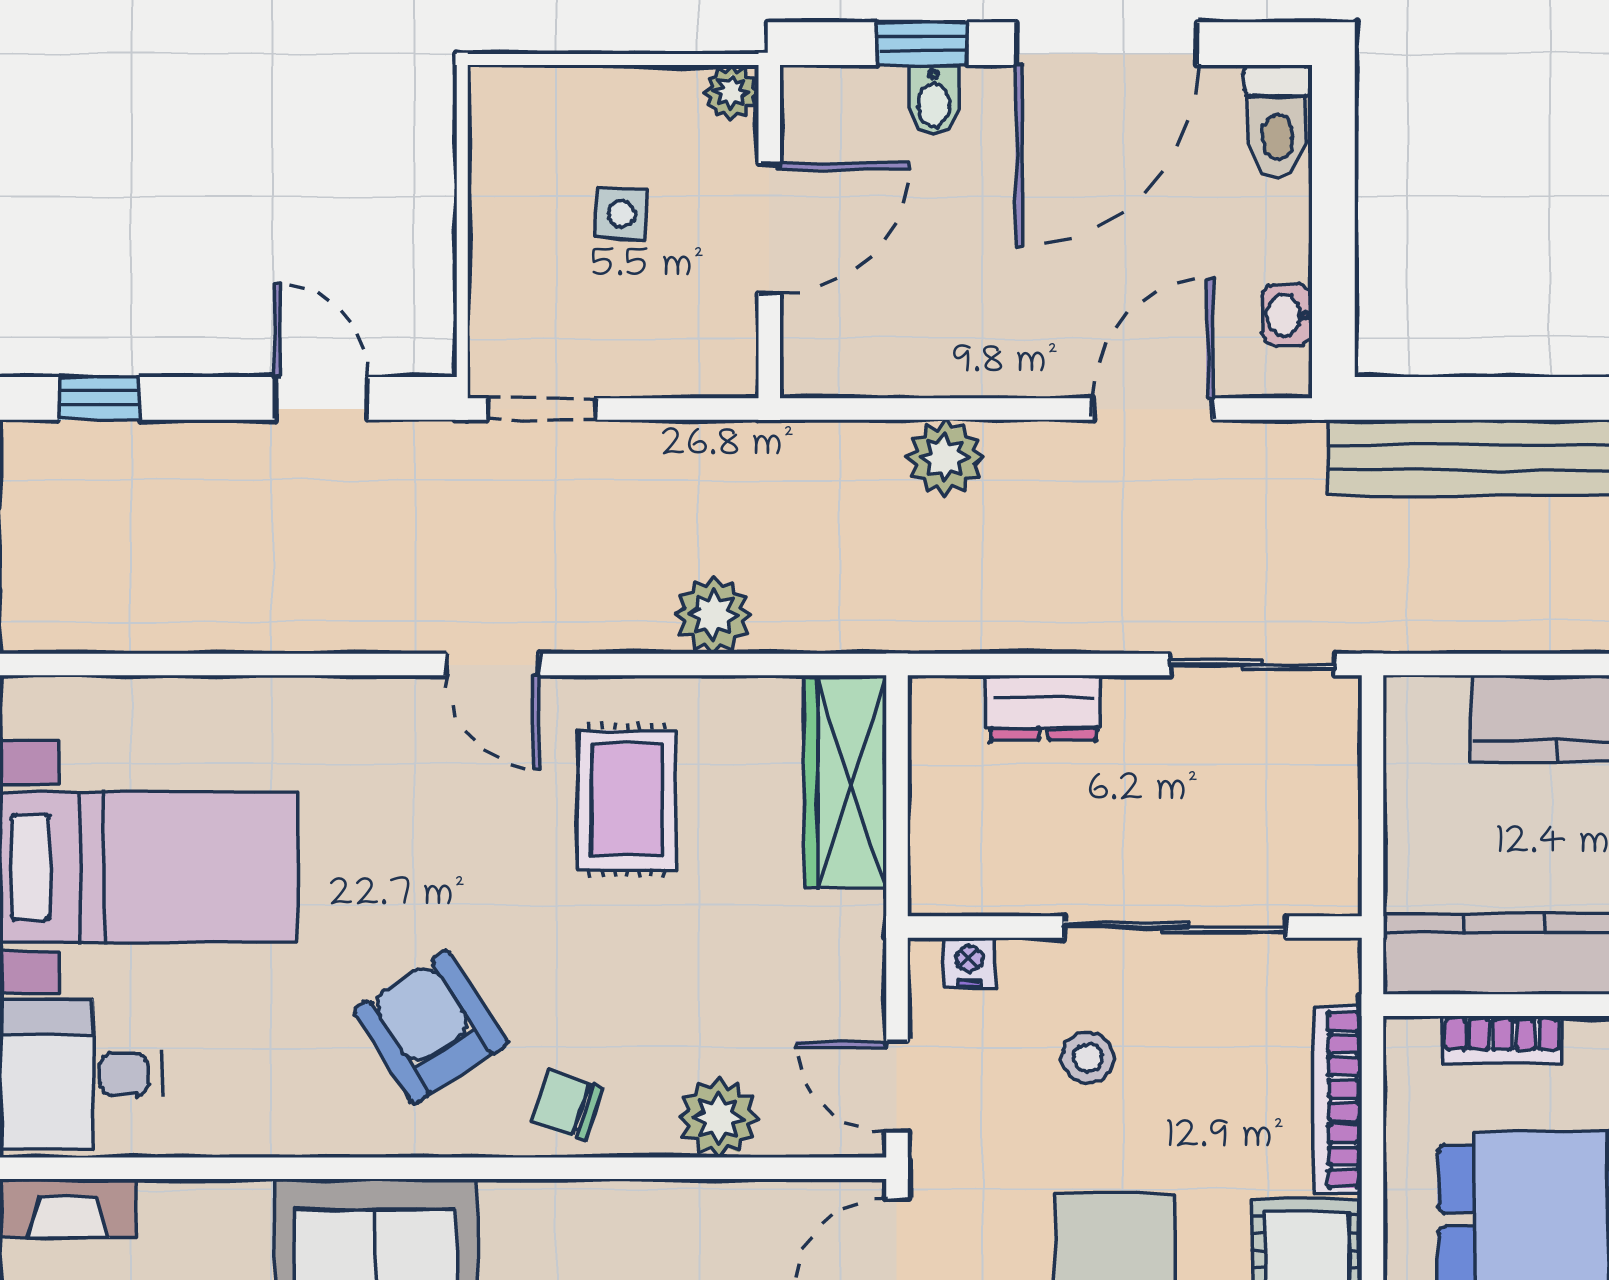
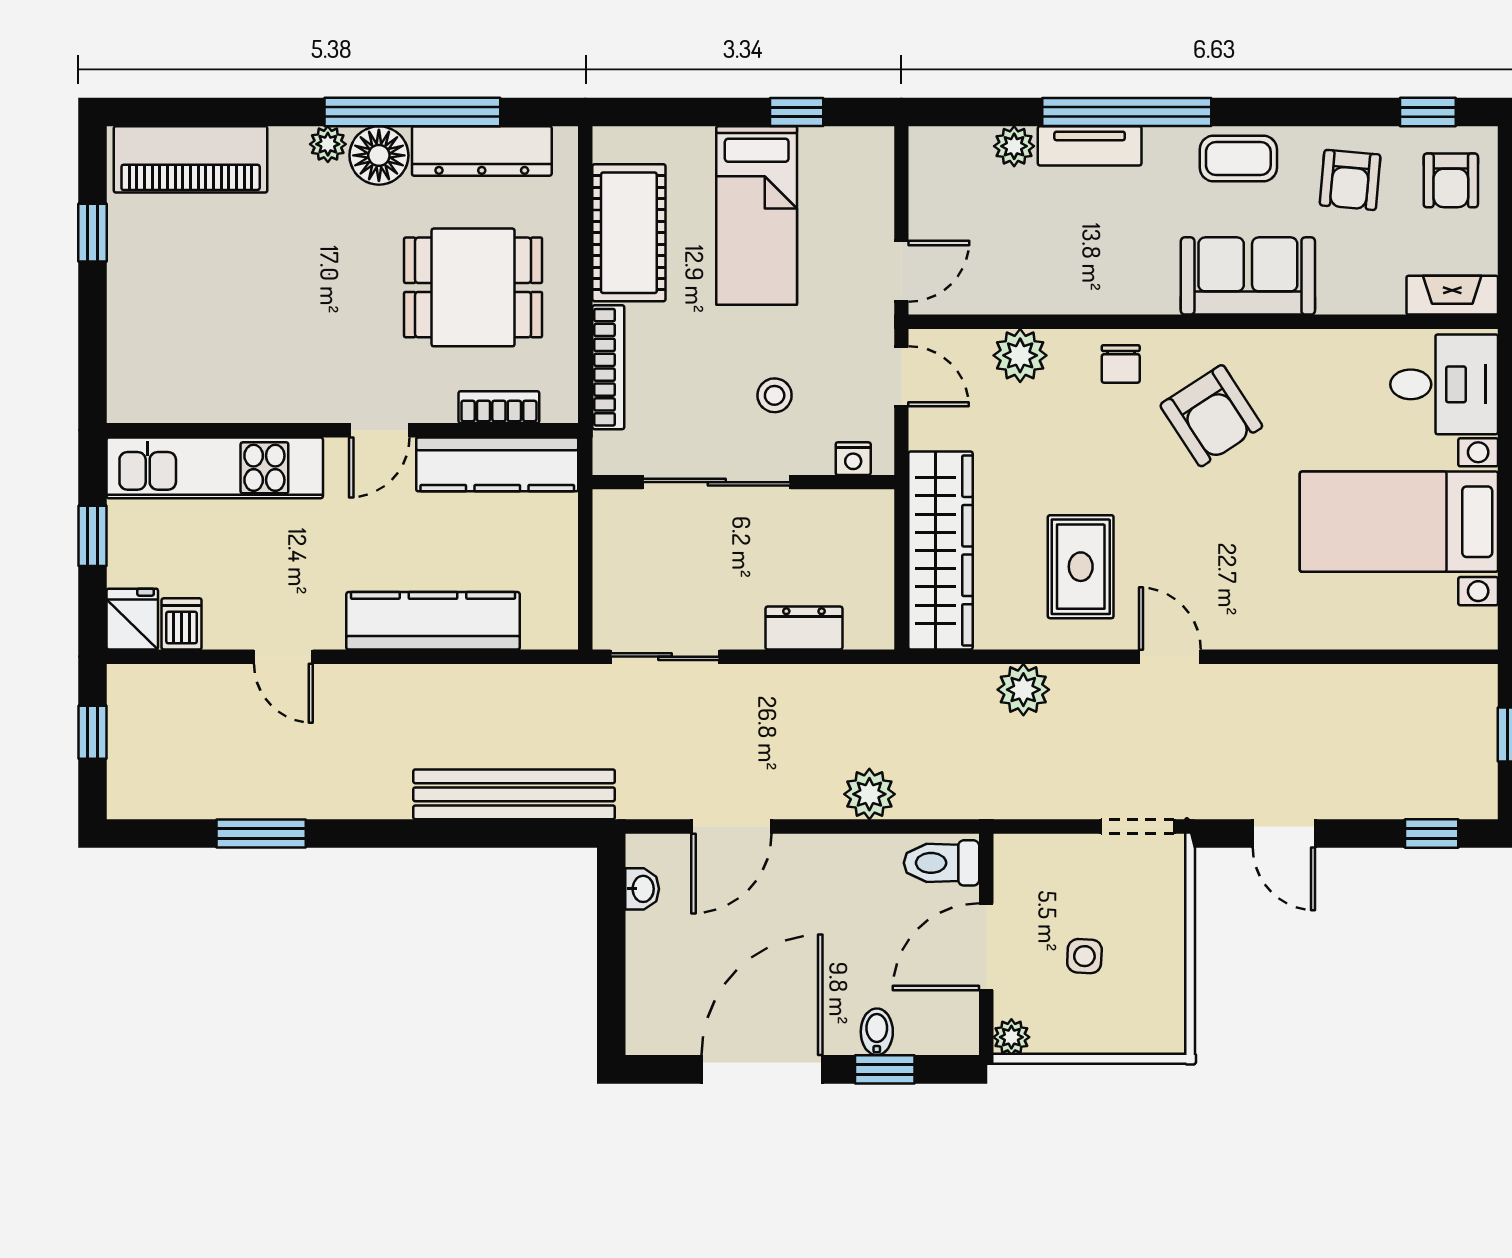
toilet: (1278, 121) -> (942, 863), moved, turned -90
wardrobe: (845, 782) -> (940, 551), width x1.40, depth x1.17
chair: (567, 1105) -> (1121, 364), turned 71

